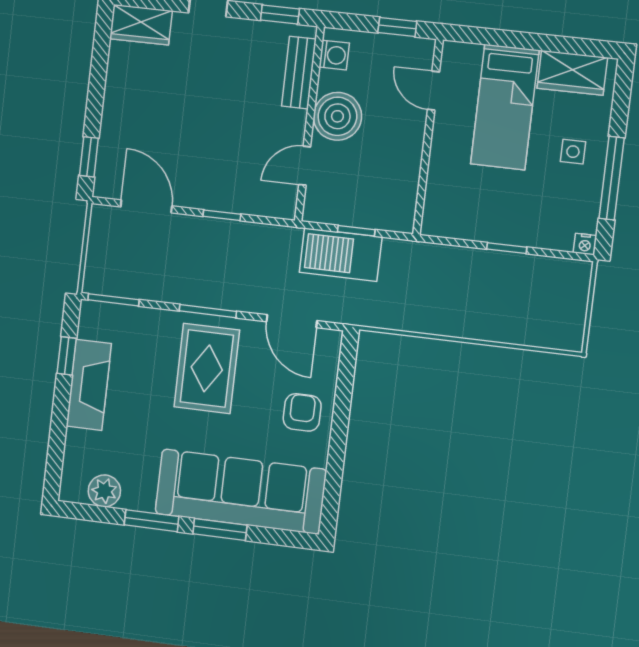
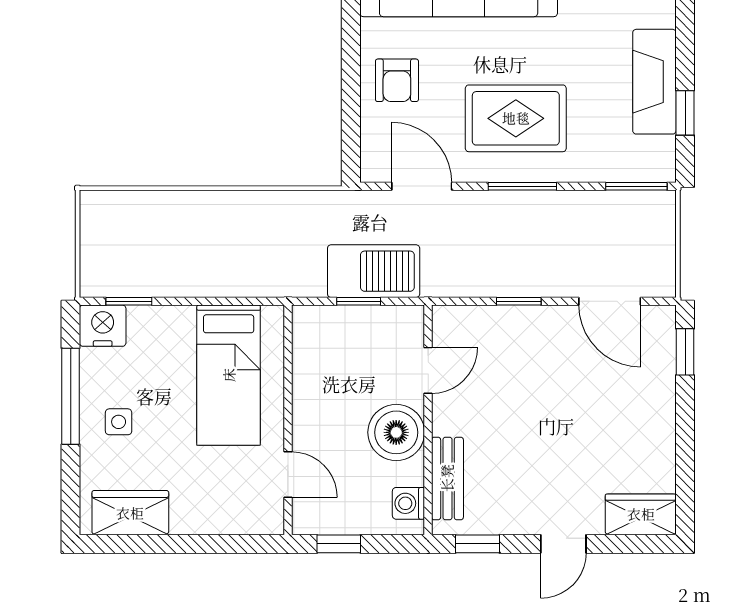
bed: (505, 107) -> (229, 375), moved, turned 180
nightstand: (585, 244) -> (103, 326), width x1.89, depth x1.79
window: (507, 248) -> (129, 301), moved
rug: (207, 368) -> (516, 118), turned 90

